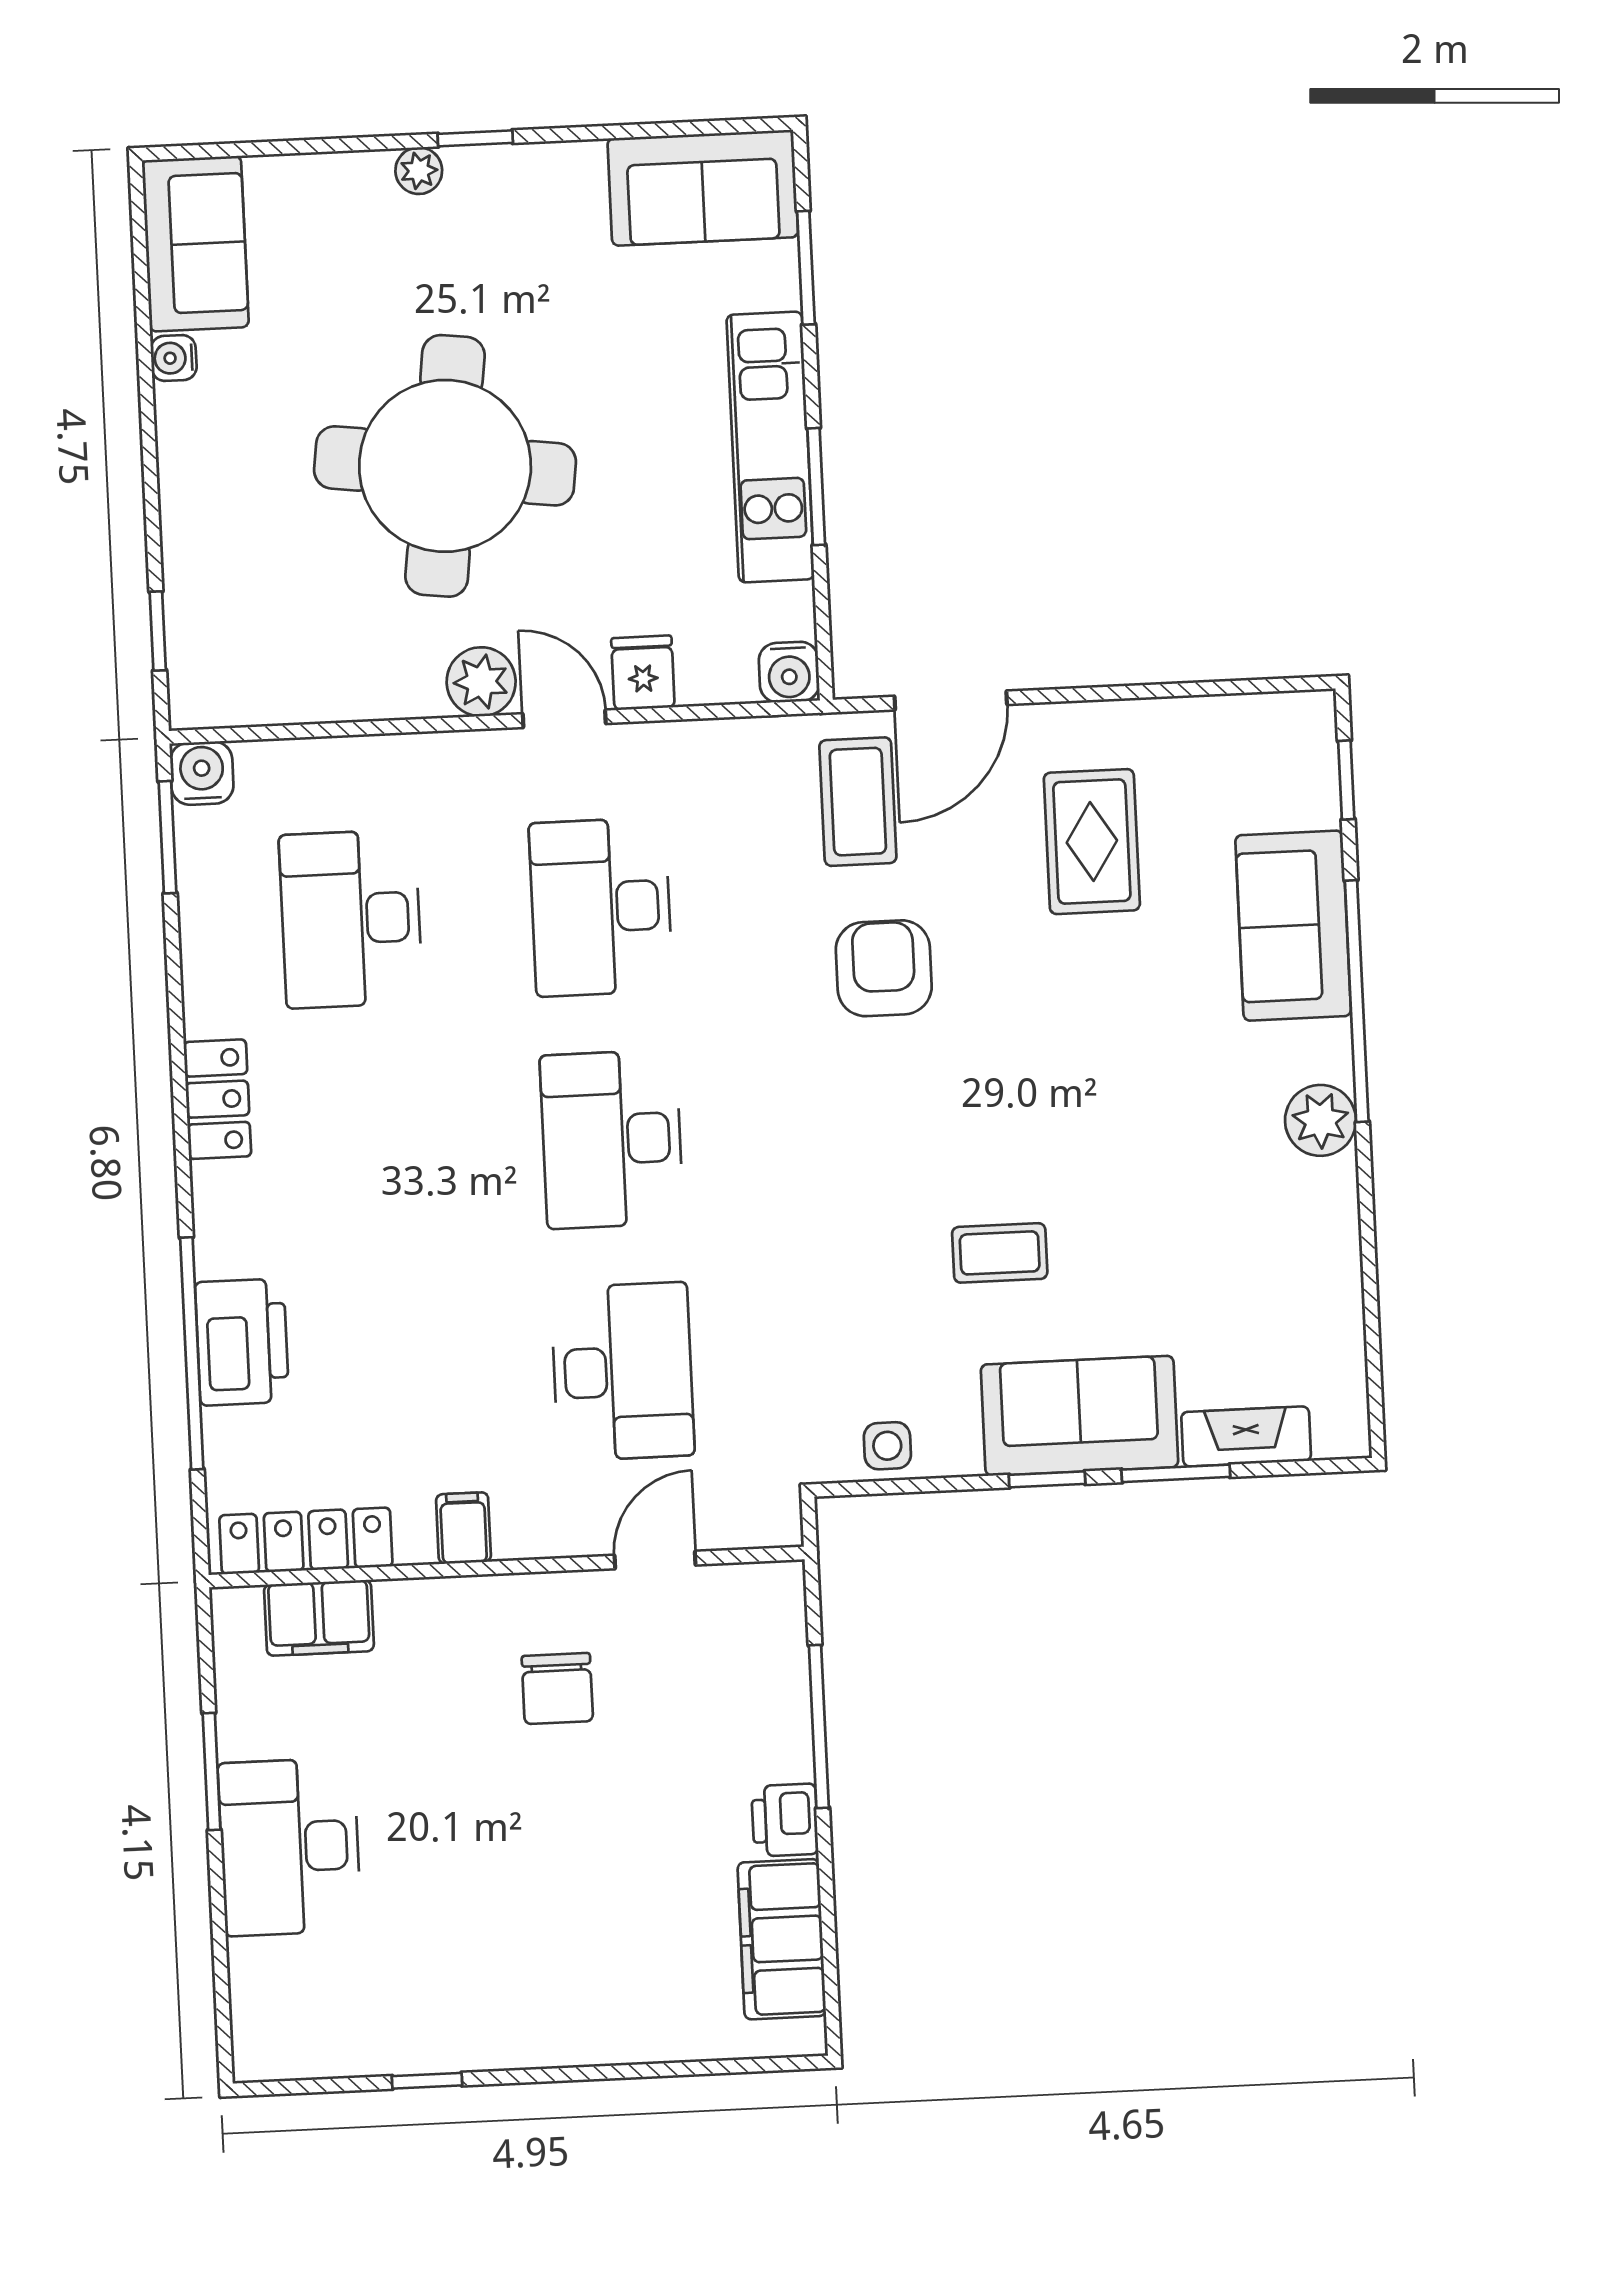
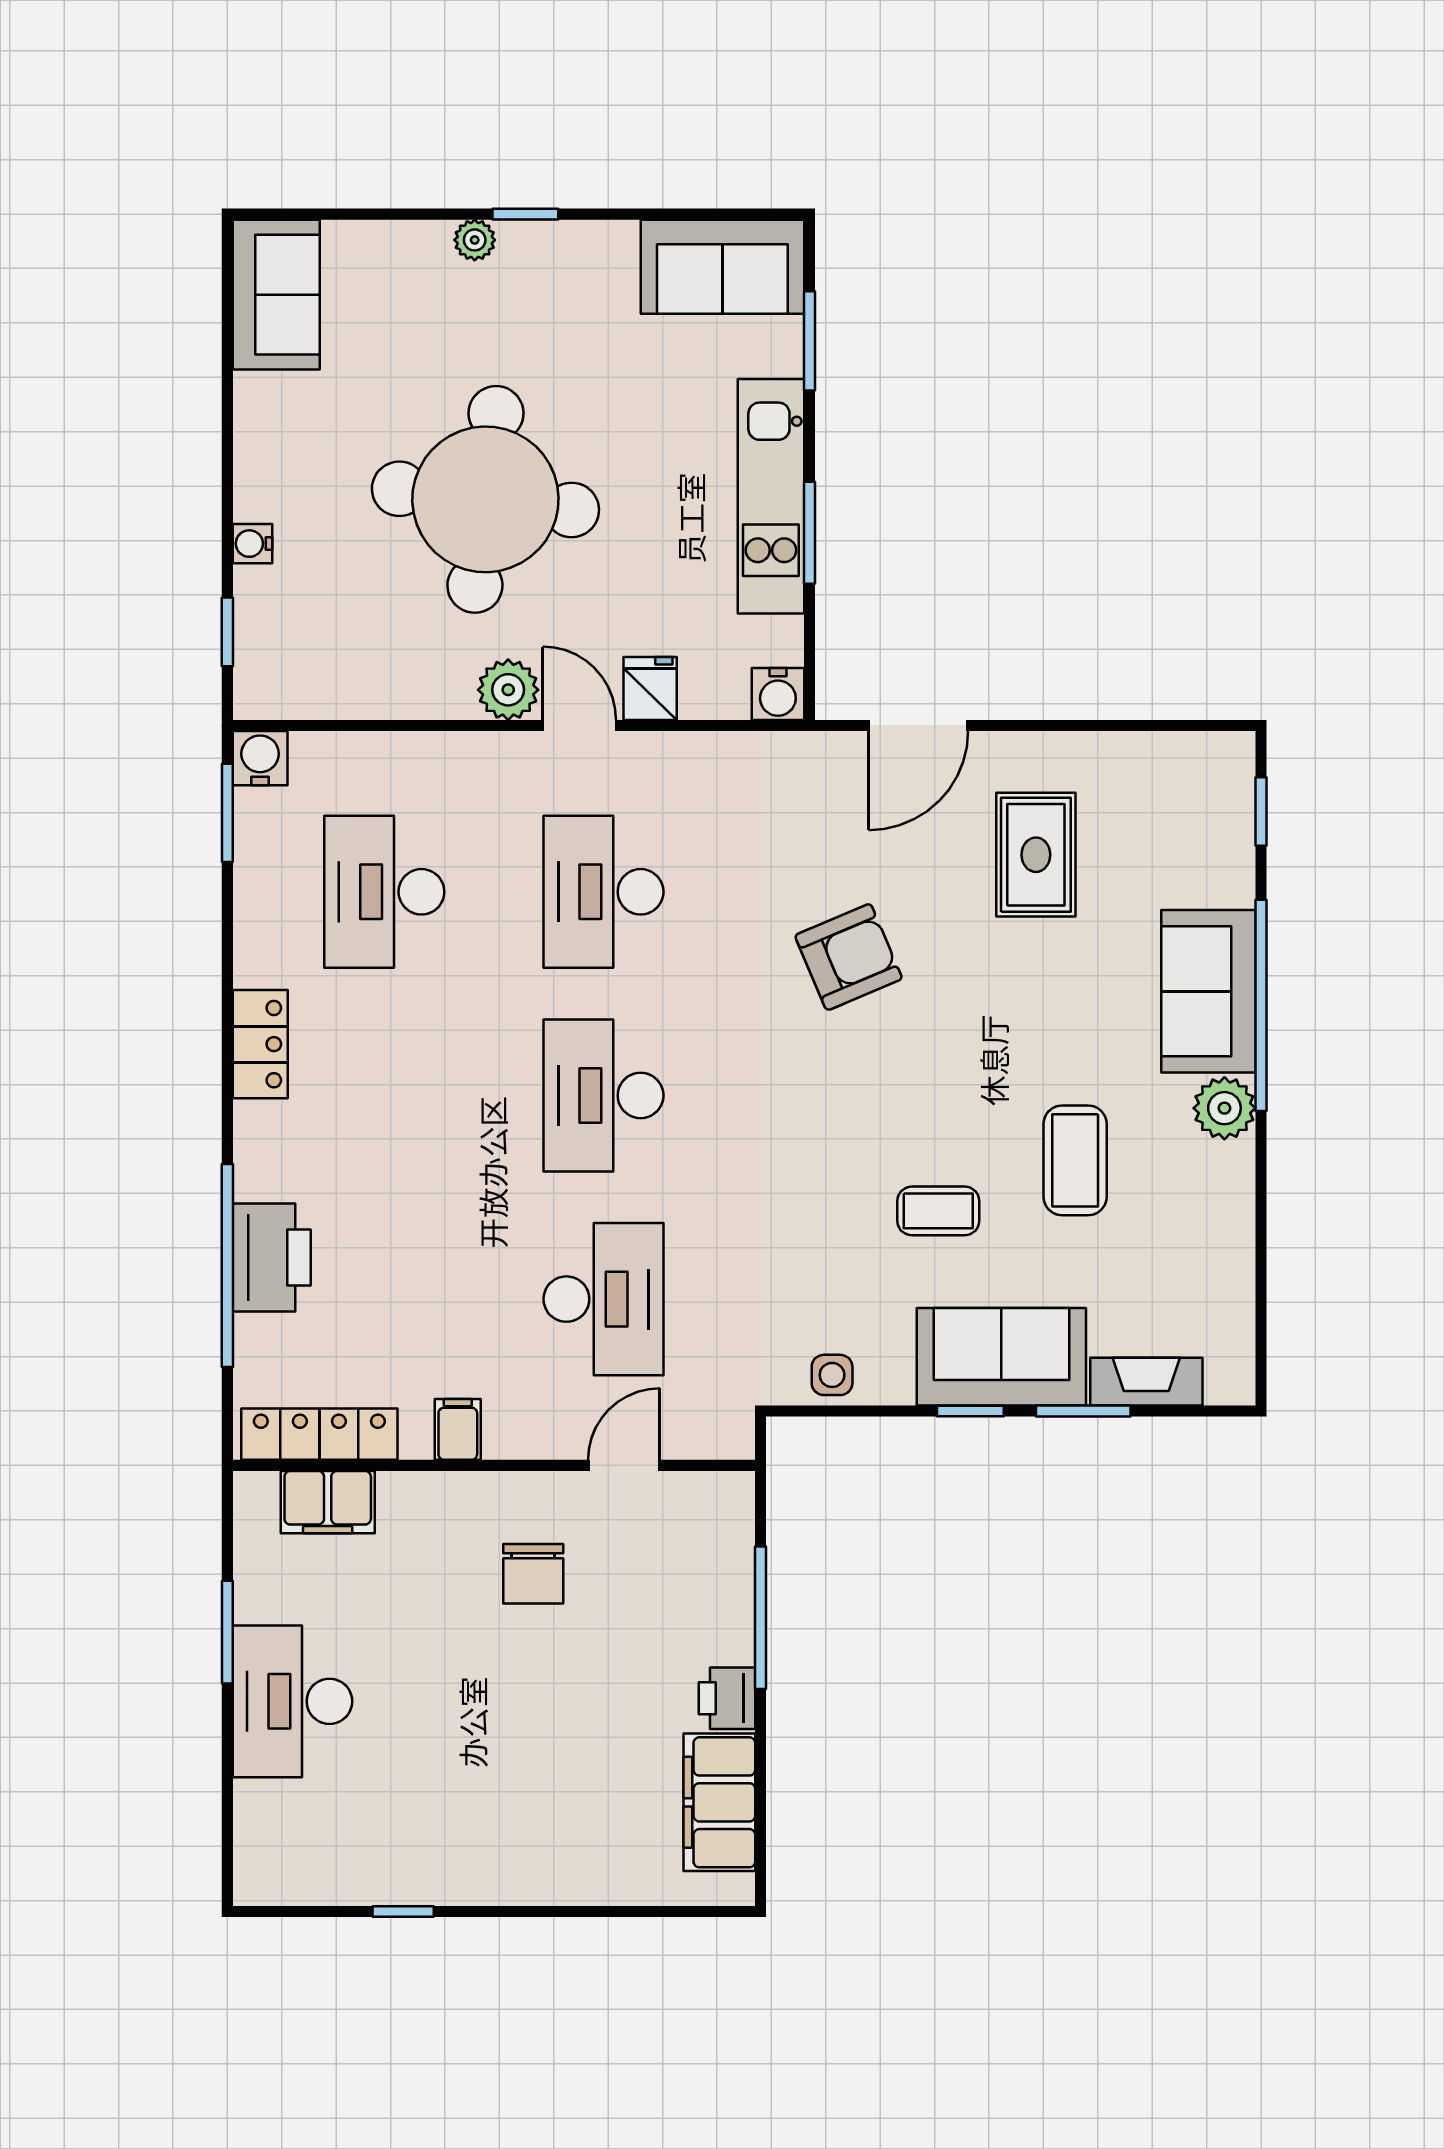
water cooler: (174, 358) -> (252, 544), moved
coffee table: (858, 802) -> (1075, 1160), moved
sofa: (1293, 926) -> (1209, 991), moved
armchair: (884, 968) -> (849, 957), turned 67

